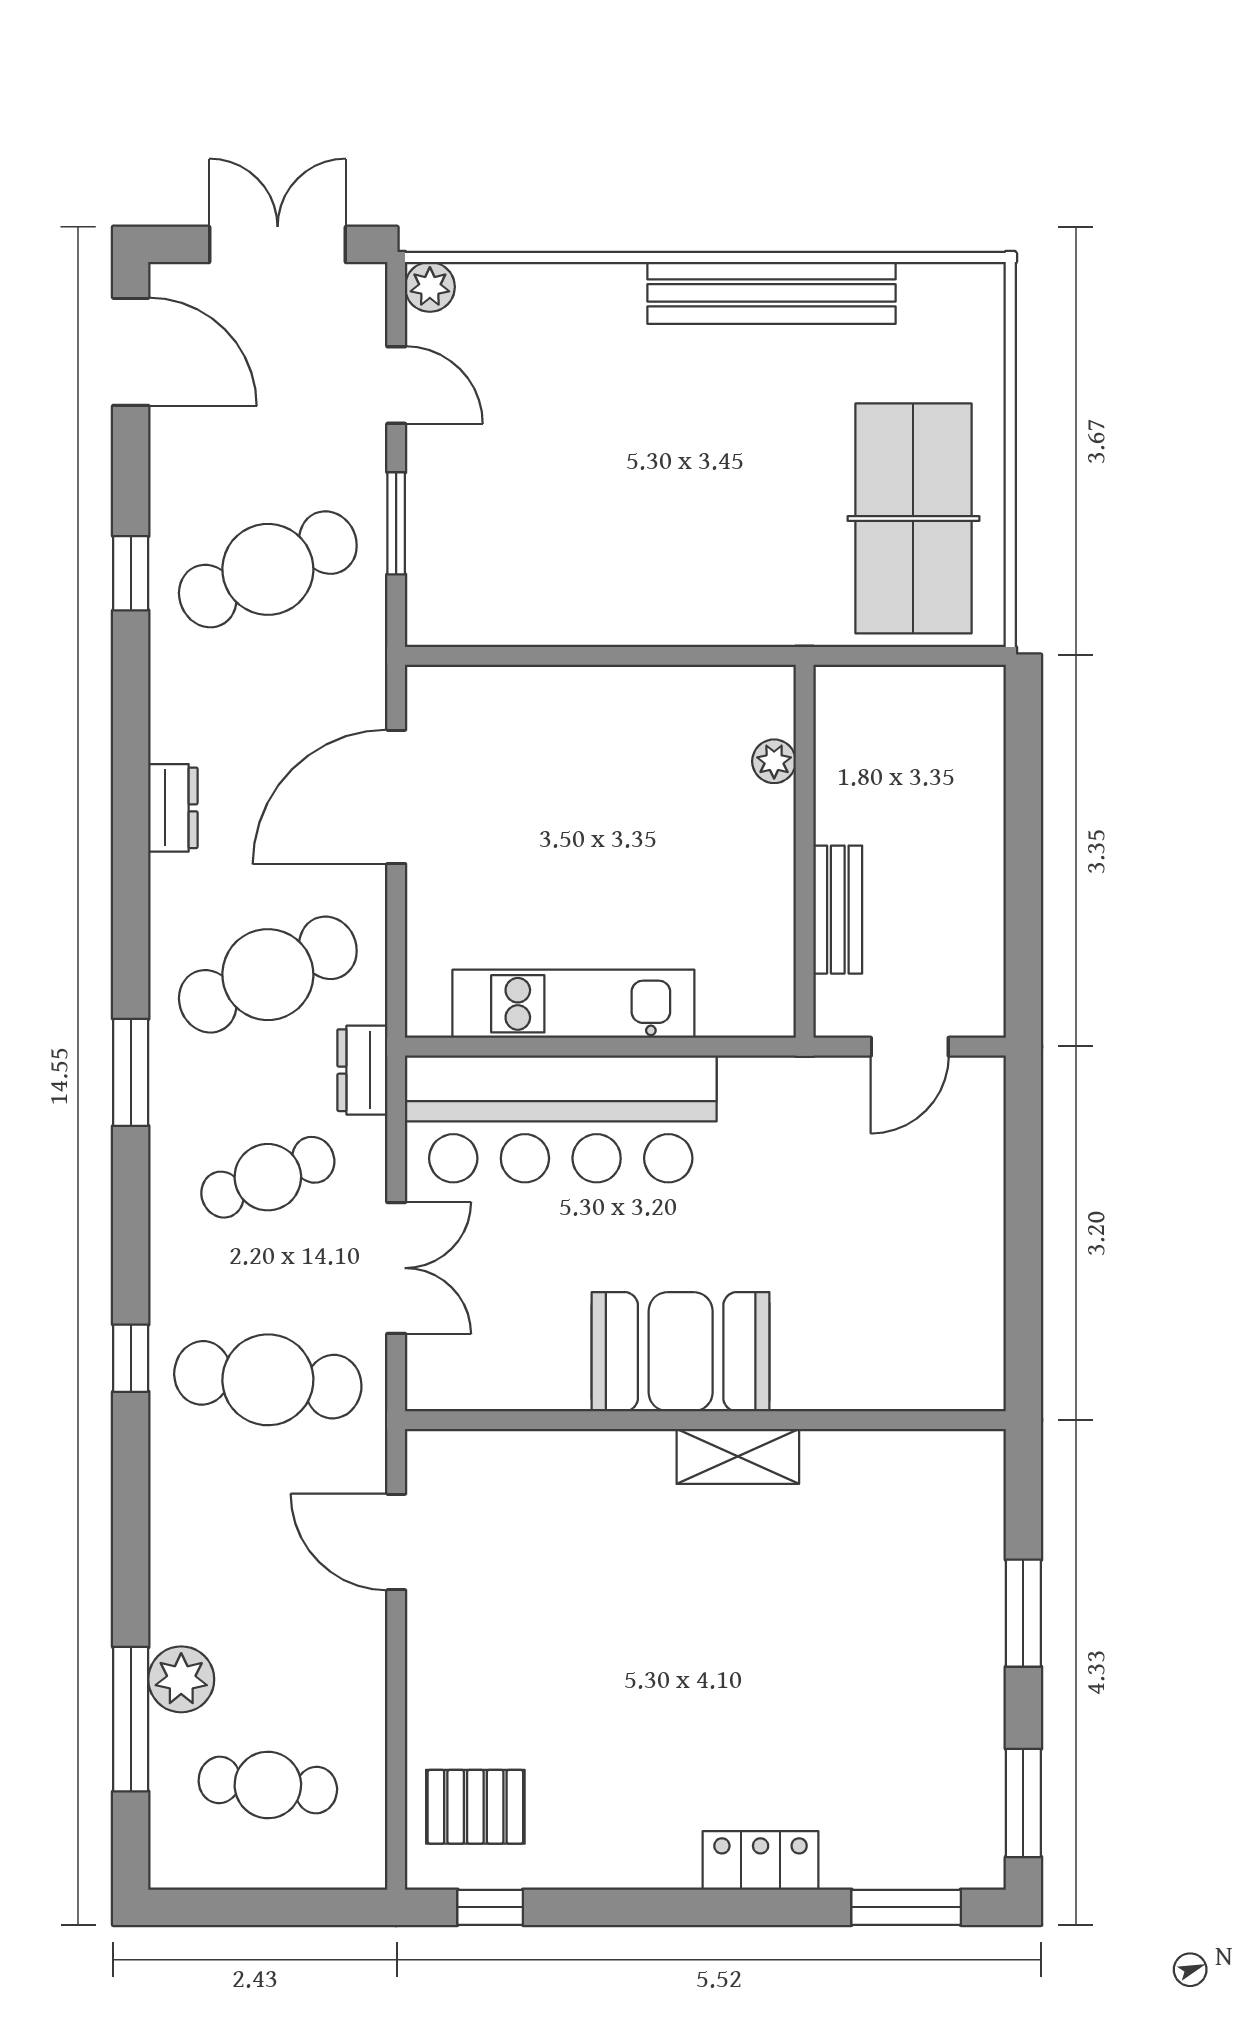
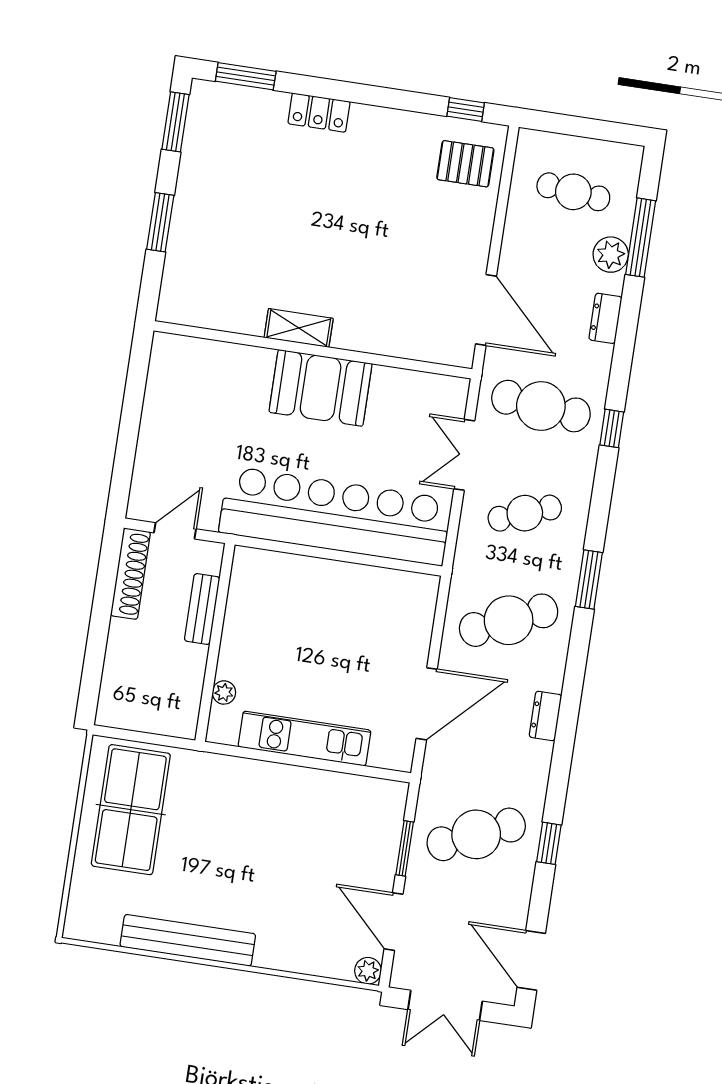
door: (396, 385) -> (394, 922), width x1.37
shoe rack: (980, 955) -> (130, 574), added
kitchen unit: (573, 1004) -> (304, 739), moved, turned 180
dresser: (362, 1070) -> (605, 318), moved, turned 180
bar counter: (561, 1119) -> (335, 516), width x1.36
door: (396, 1542) -> (486, 310), width x1.36

